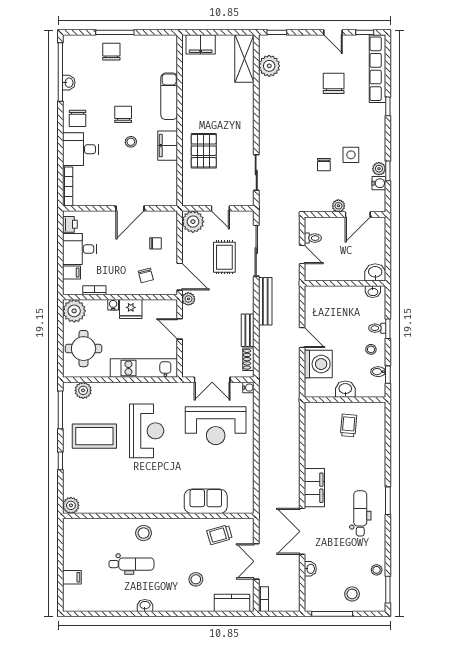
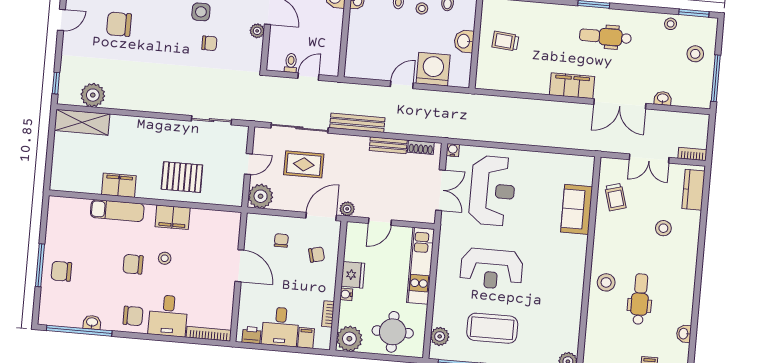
filing cabinet: (201, 44) -> (119, 185), moved, turned -90
reception desk: (147, 431) -> (491, 269), turned 180
coffee table: (94, 436) -> (492, 328), turned 90
washbasin: (145, 605) -> (684, 334), moved

